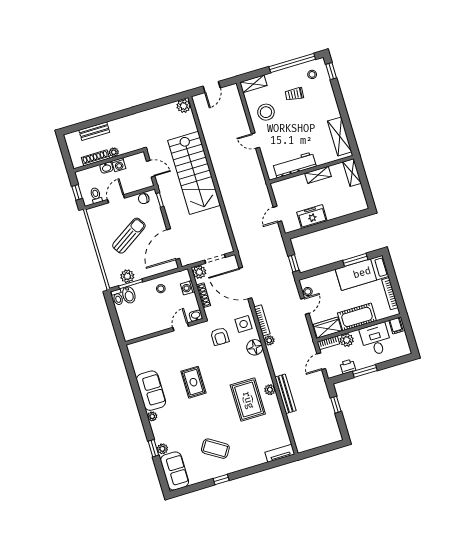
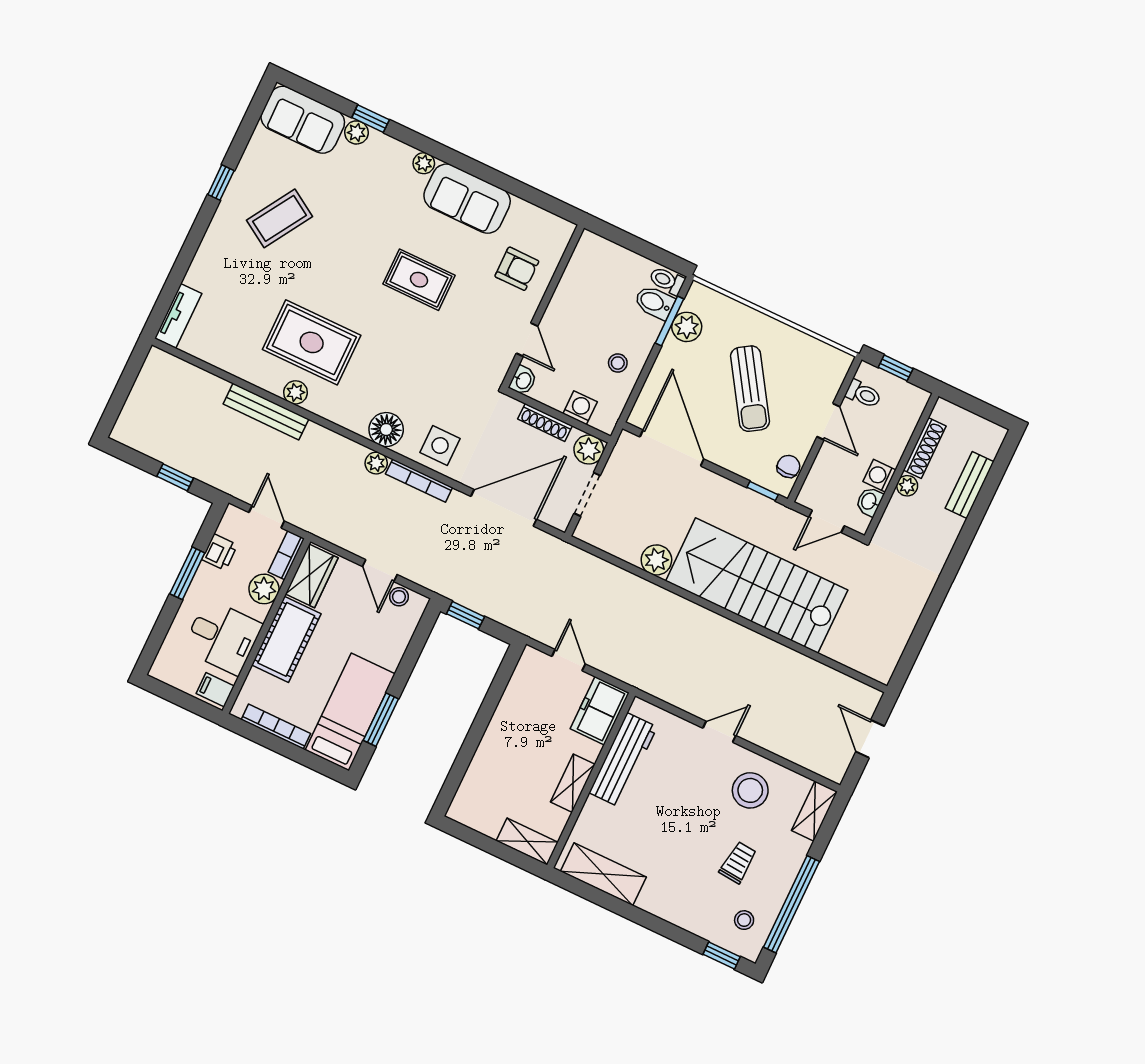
plant: (184, 106) -> (656, 560), moved
washbasin: (106, 168) -> (869, 501), moved
freezer: (312, 217) -> (600, 711), moved, turned 180
armchair: (220, 336) -> (517, 269), moved, turned 180

